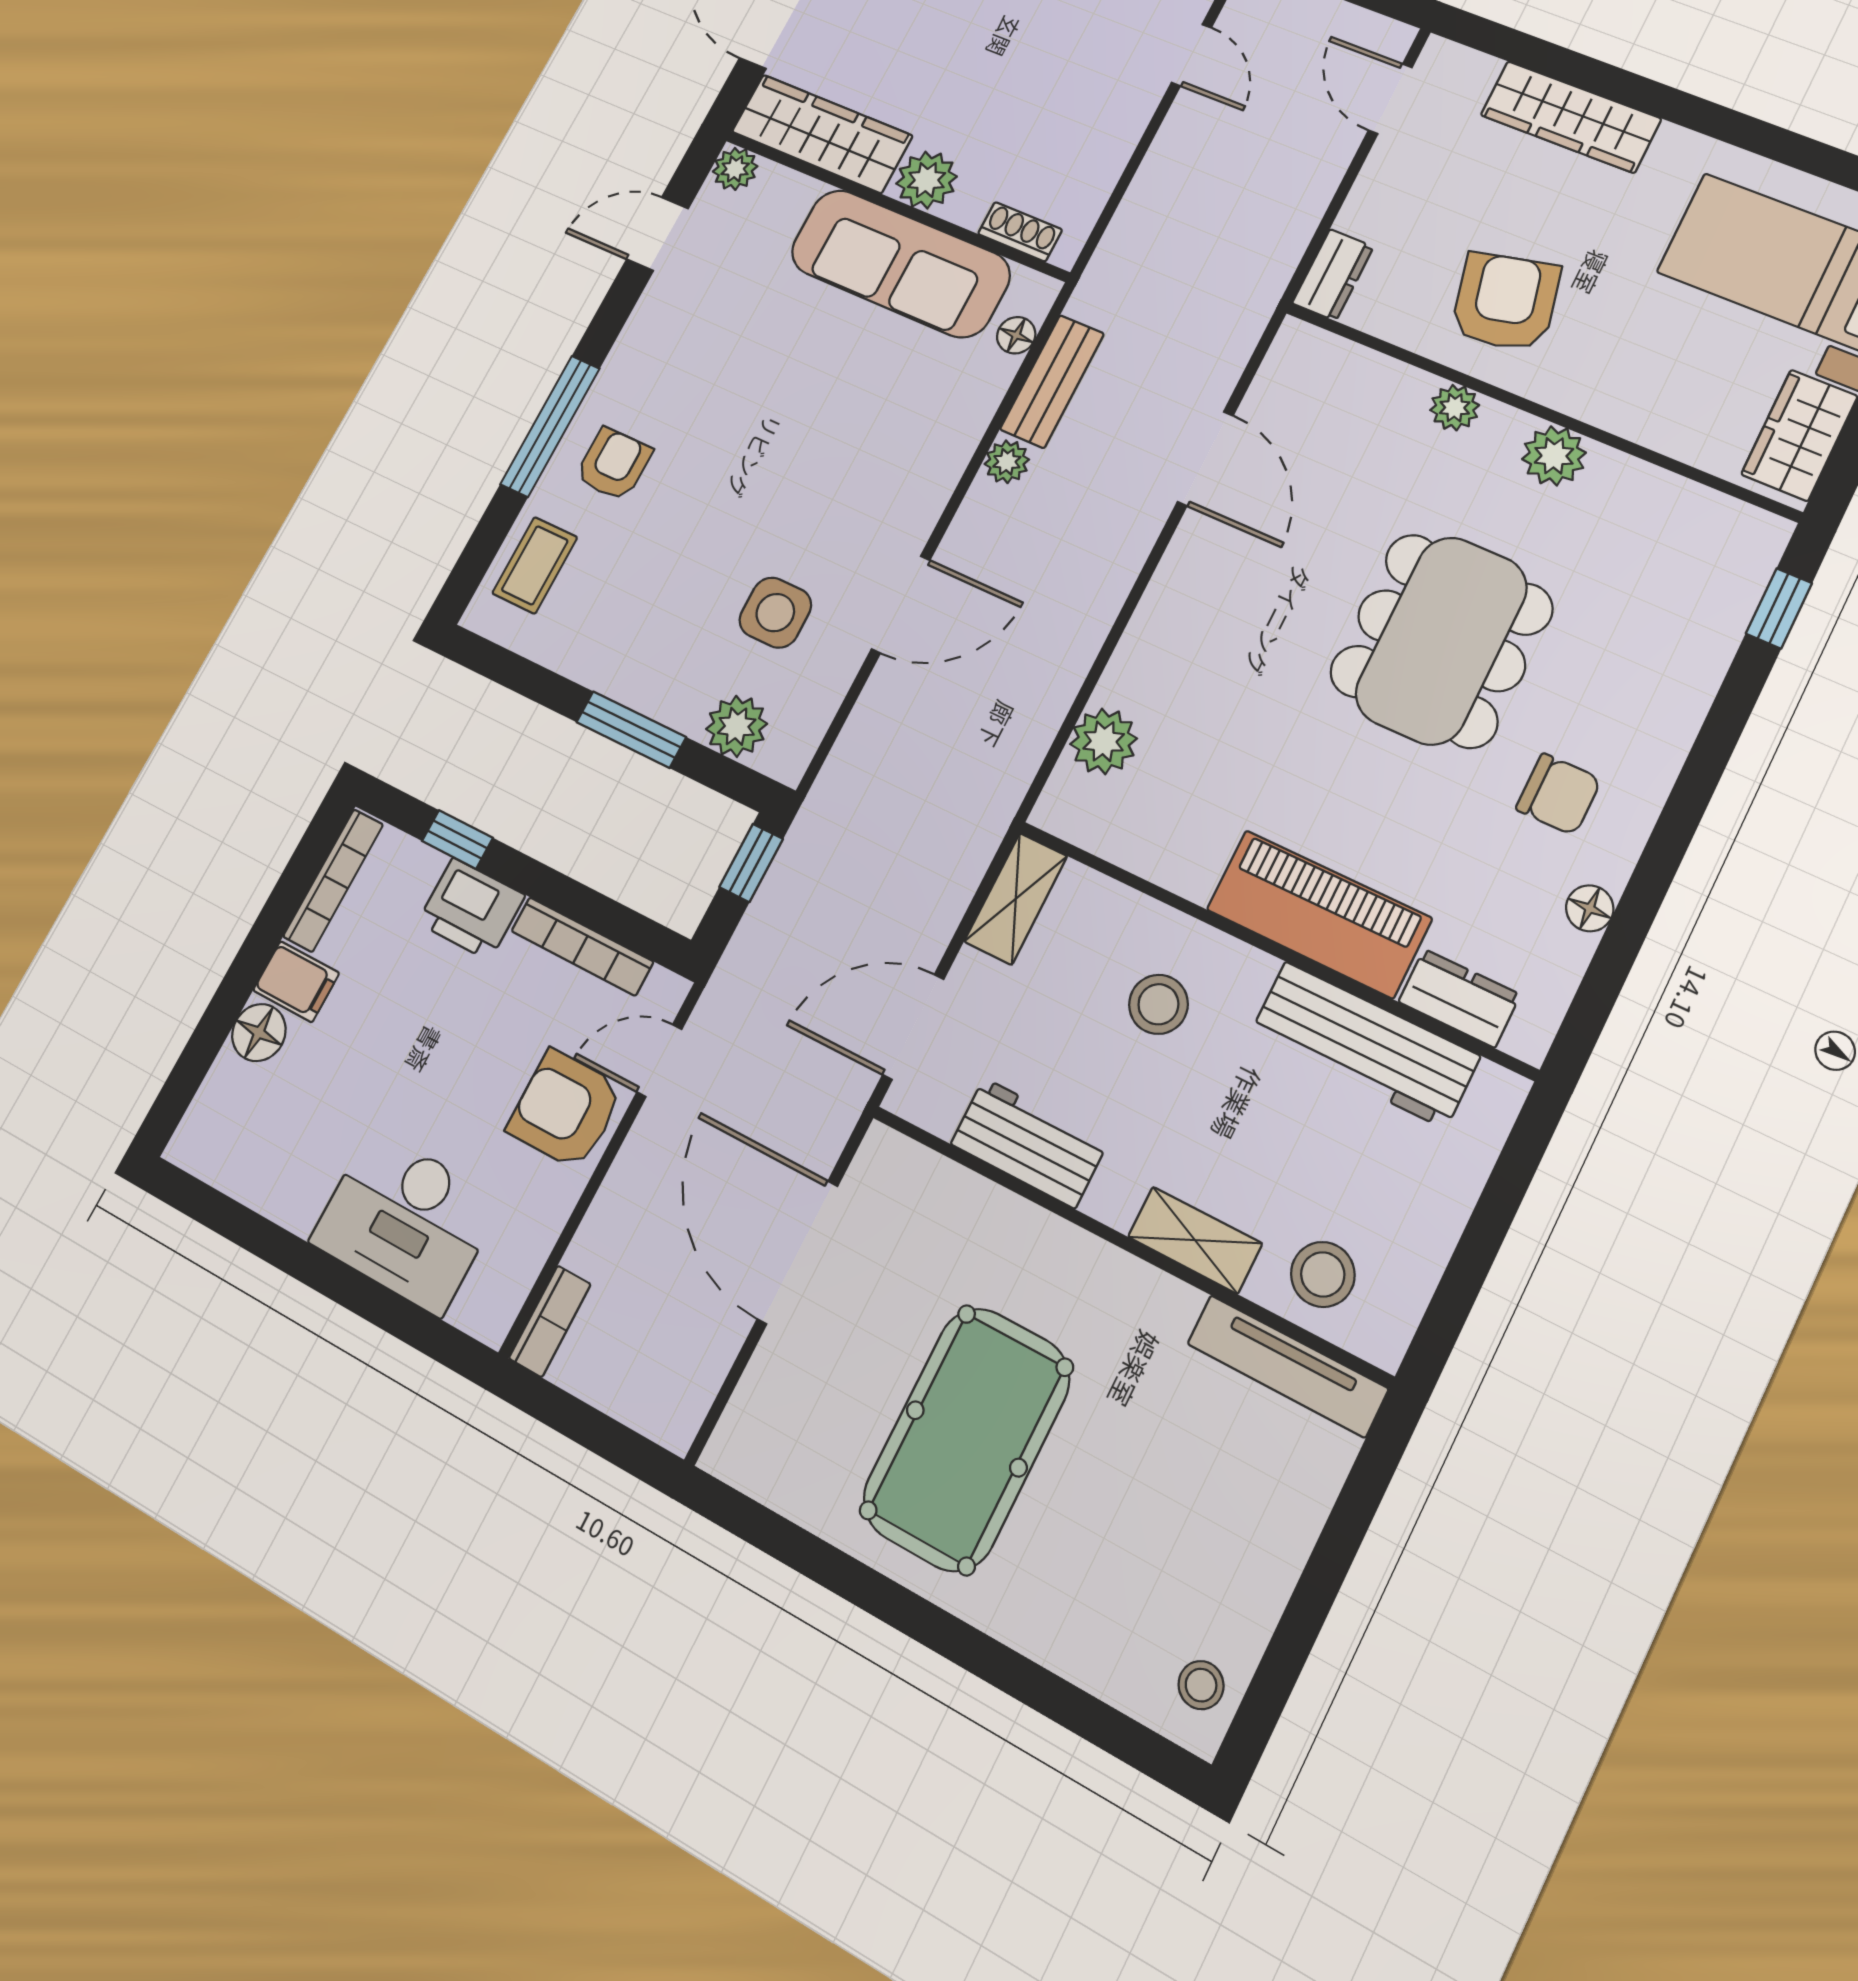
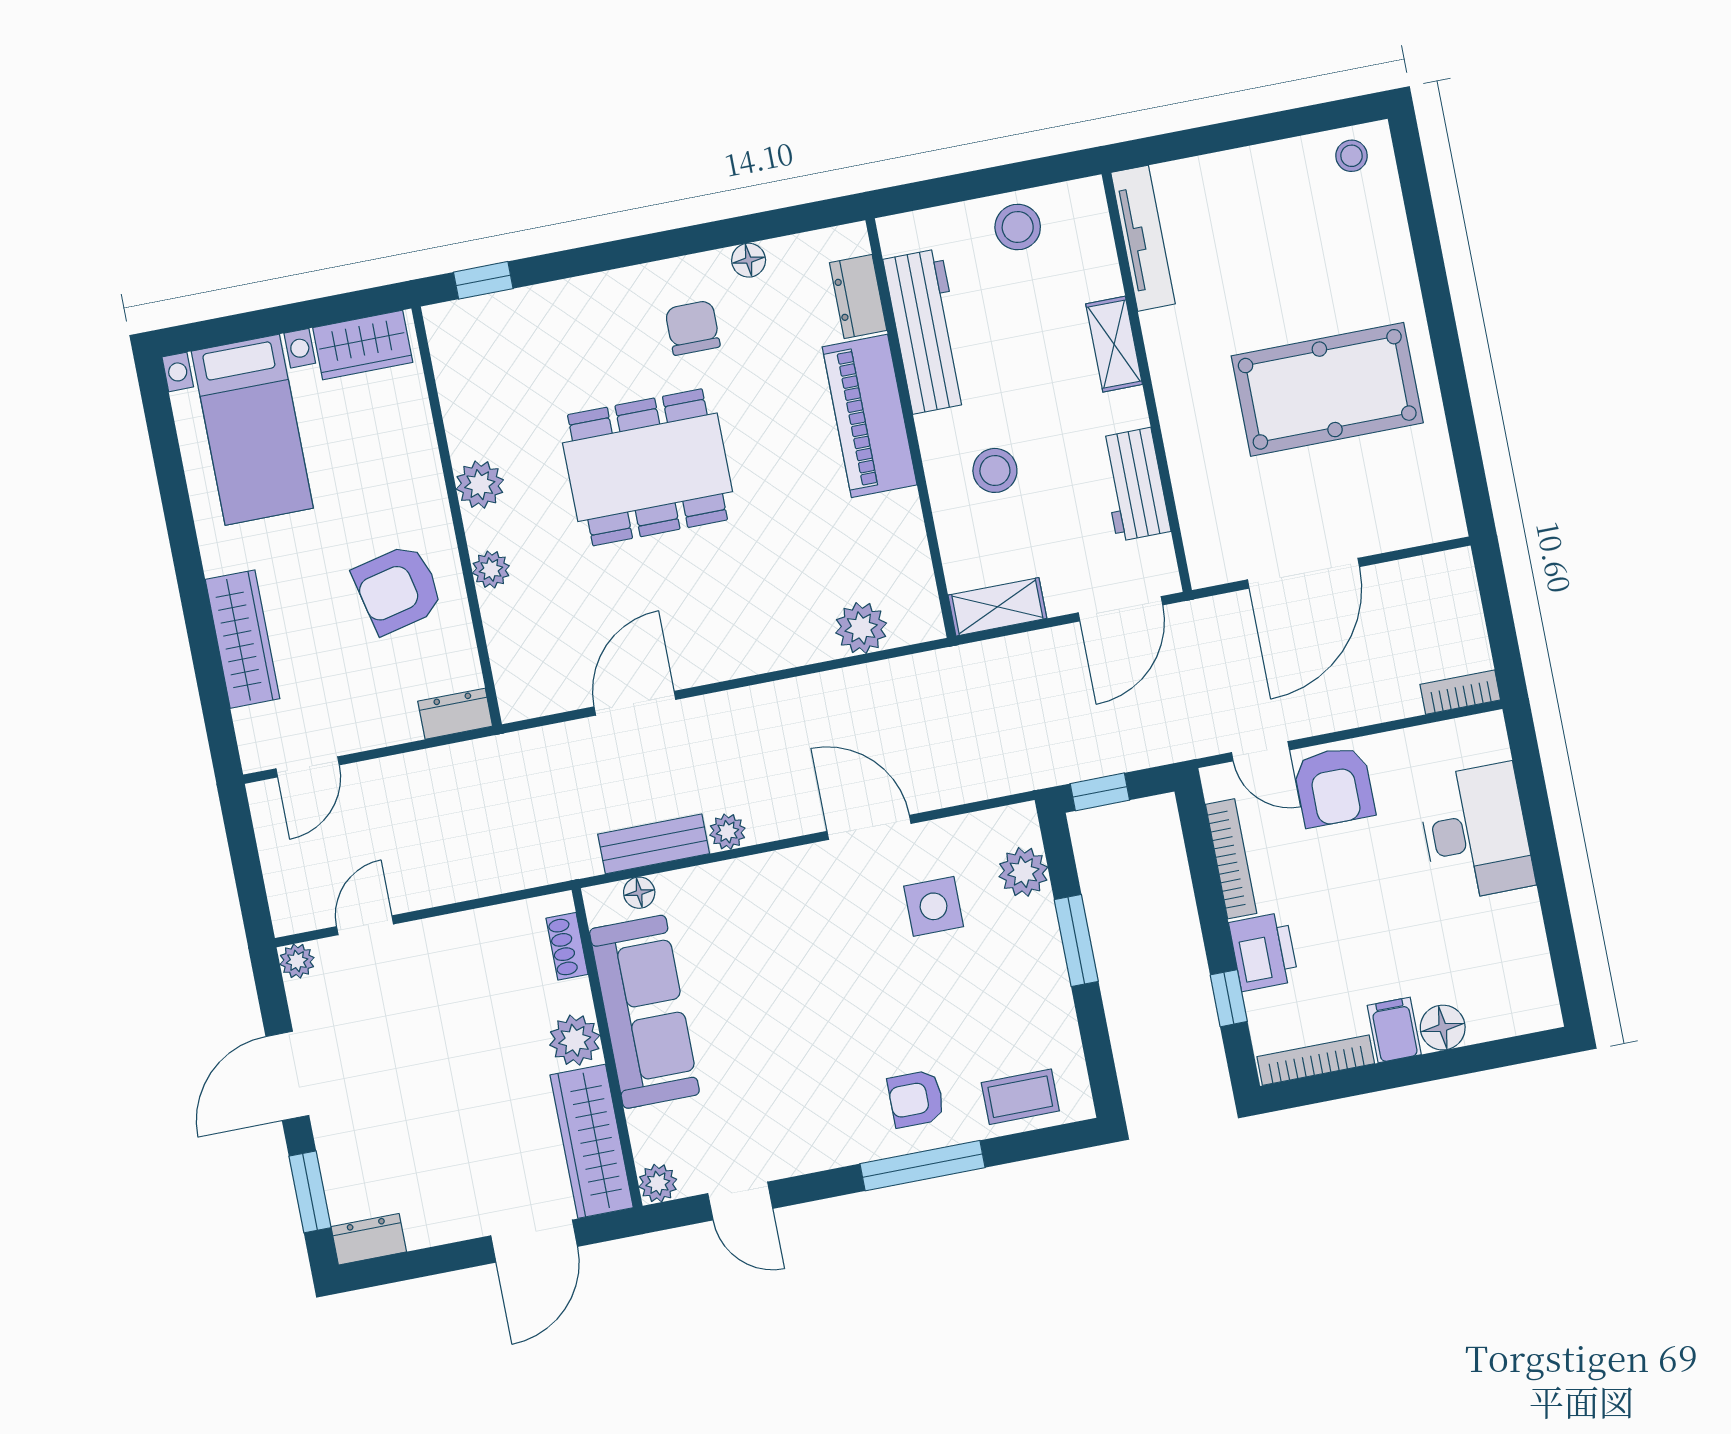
door: (913, 1027) -> (1121, 609), hinge flipped
stool: (1323, 1274) -> (1018, 227), moved

